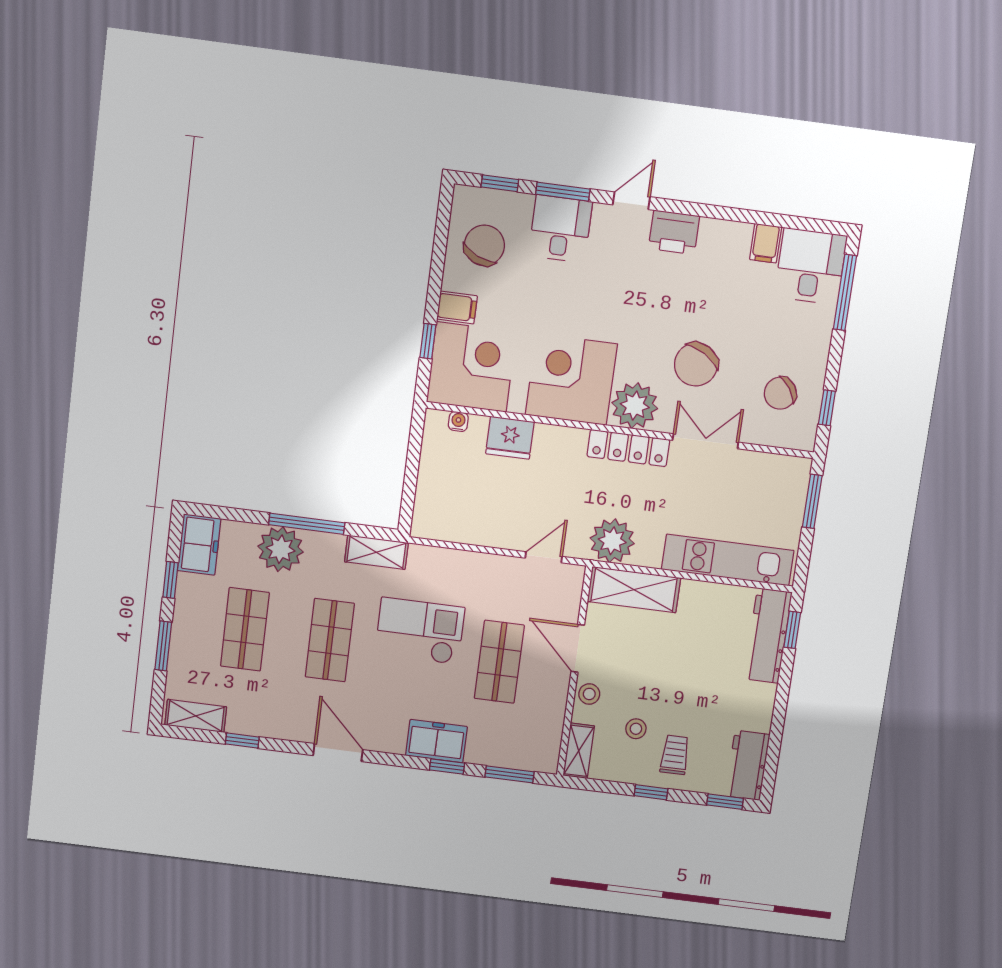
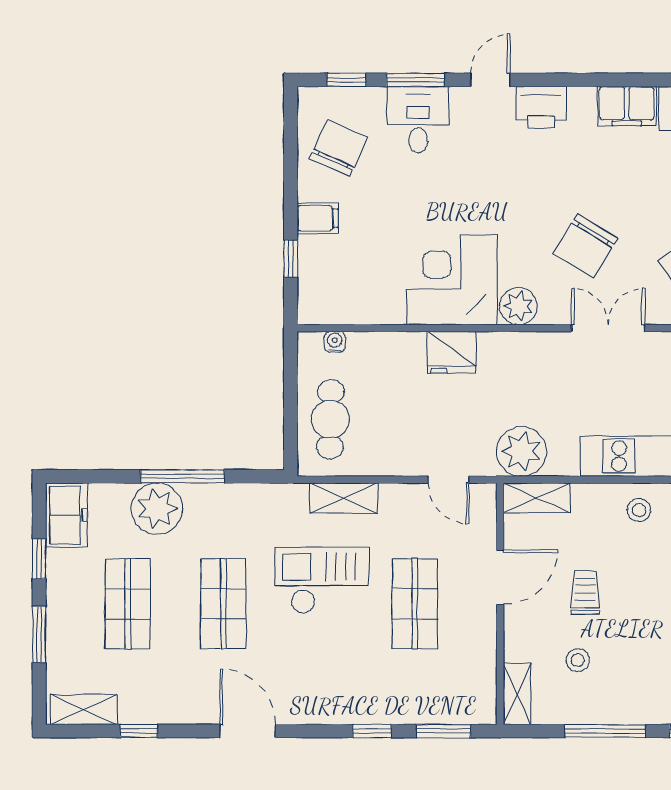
filing cabinet: (766, 243) -> (627, 106), width x2.00
corner desk: (471, 367) -> (341, 281), removed
plant: (635, 406) -> (518, 306), width x0.73, depth x0.73
fridge: (510, 438) -> (452, 352), moved
locker: (628, 448) -> (525, 347), removed
cafe table: (445, 490) -> (330, 419), added
shelving: (376, 552) -> (344, 498), moved
door: (544, 557) -> (448, 480), swing flipped
shelving: (634, 590) -> (537, 498), width x0.67, depth x0.75
door: (578, 648) -> (500, 577), swing flipped
stool: (589, 694) -> (639, 510), moved
freezer: (436, 741) -> (356, 703), removed
trolley: (675, 755) -> (585, 592), moved
window: (651, 792) -> (605, 731), width x2.17

